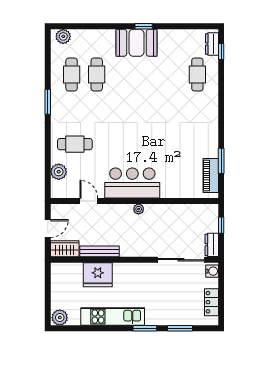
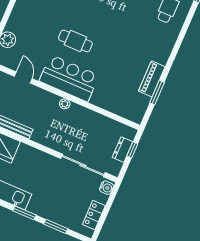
cafe table: (75, 144) -> (75, 41), moved
piano: (211, 176) -> (152, 79), moved
dresser: (212, 245) -> (122, 150), moved

